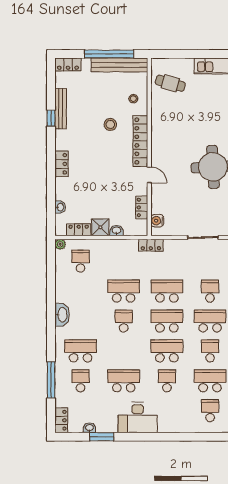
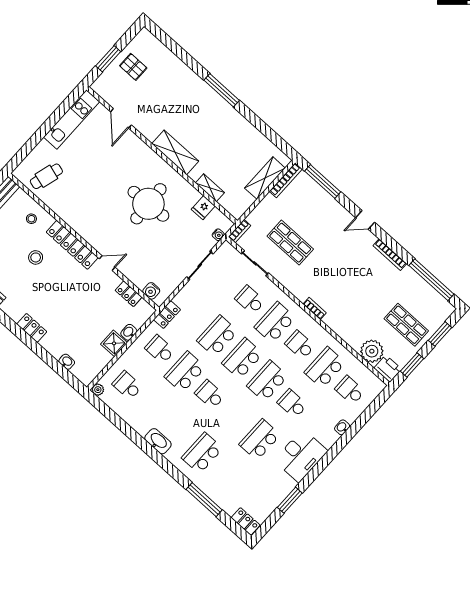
locker: (79, 230) -> (100, 363), removed
school desk: (81, 381) -> (160, 349), moved
washbasin: (89, 428) -> (342, 427), moved

